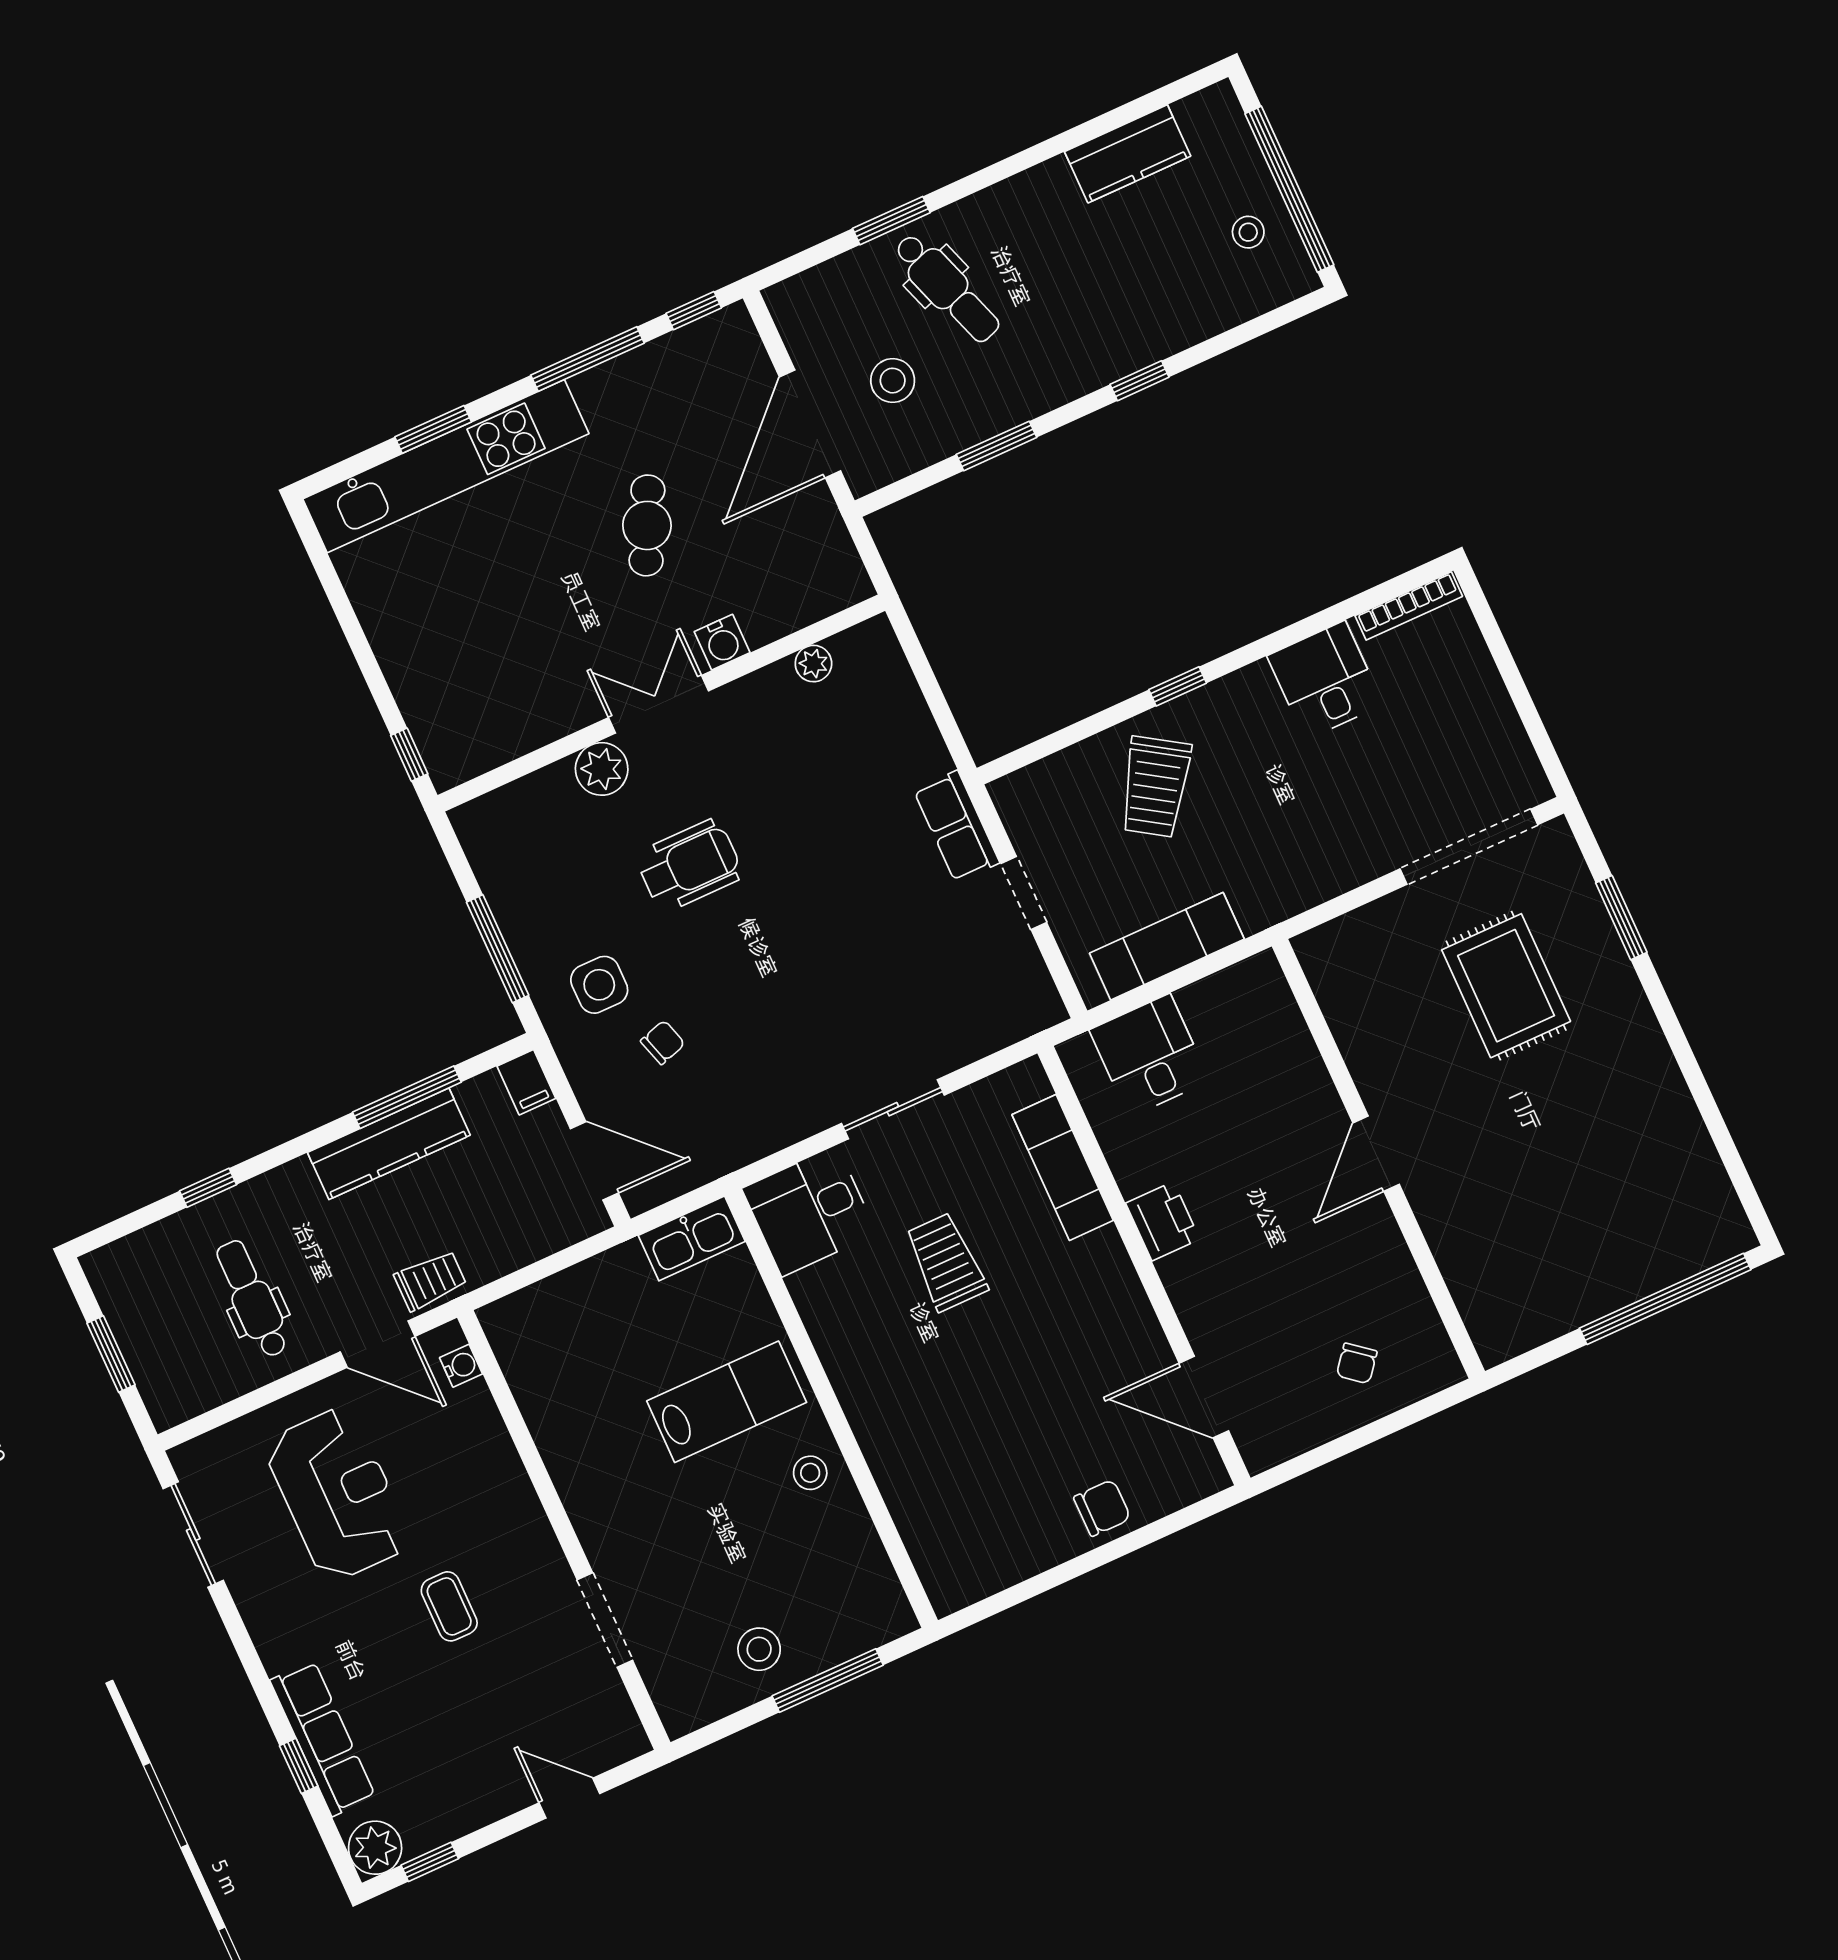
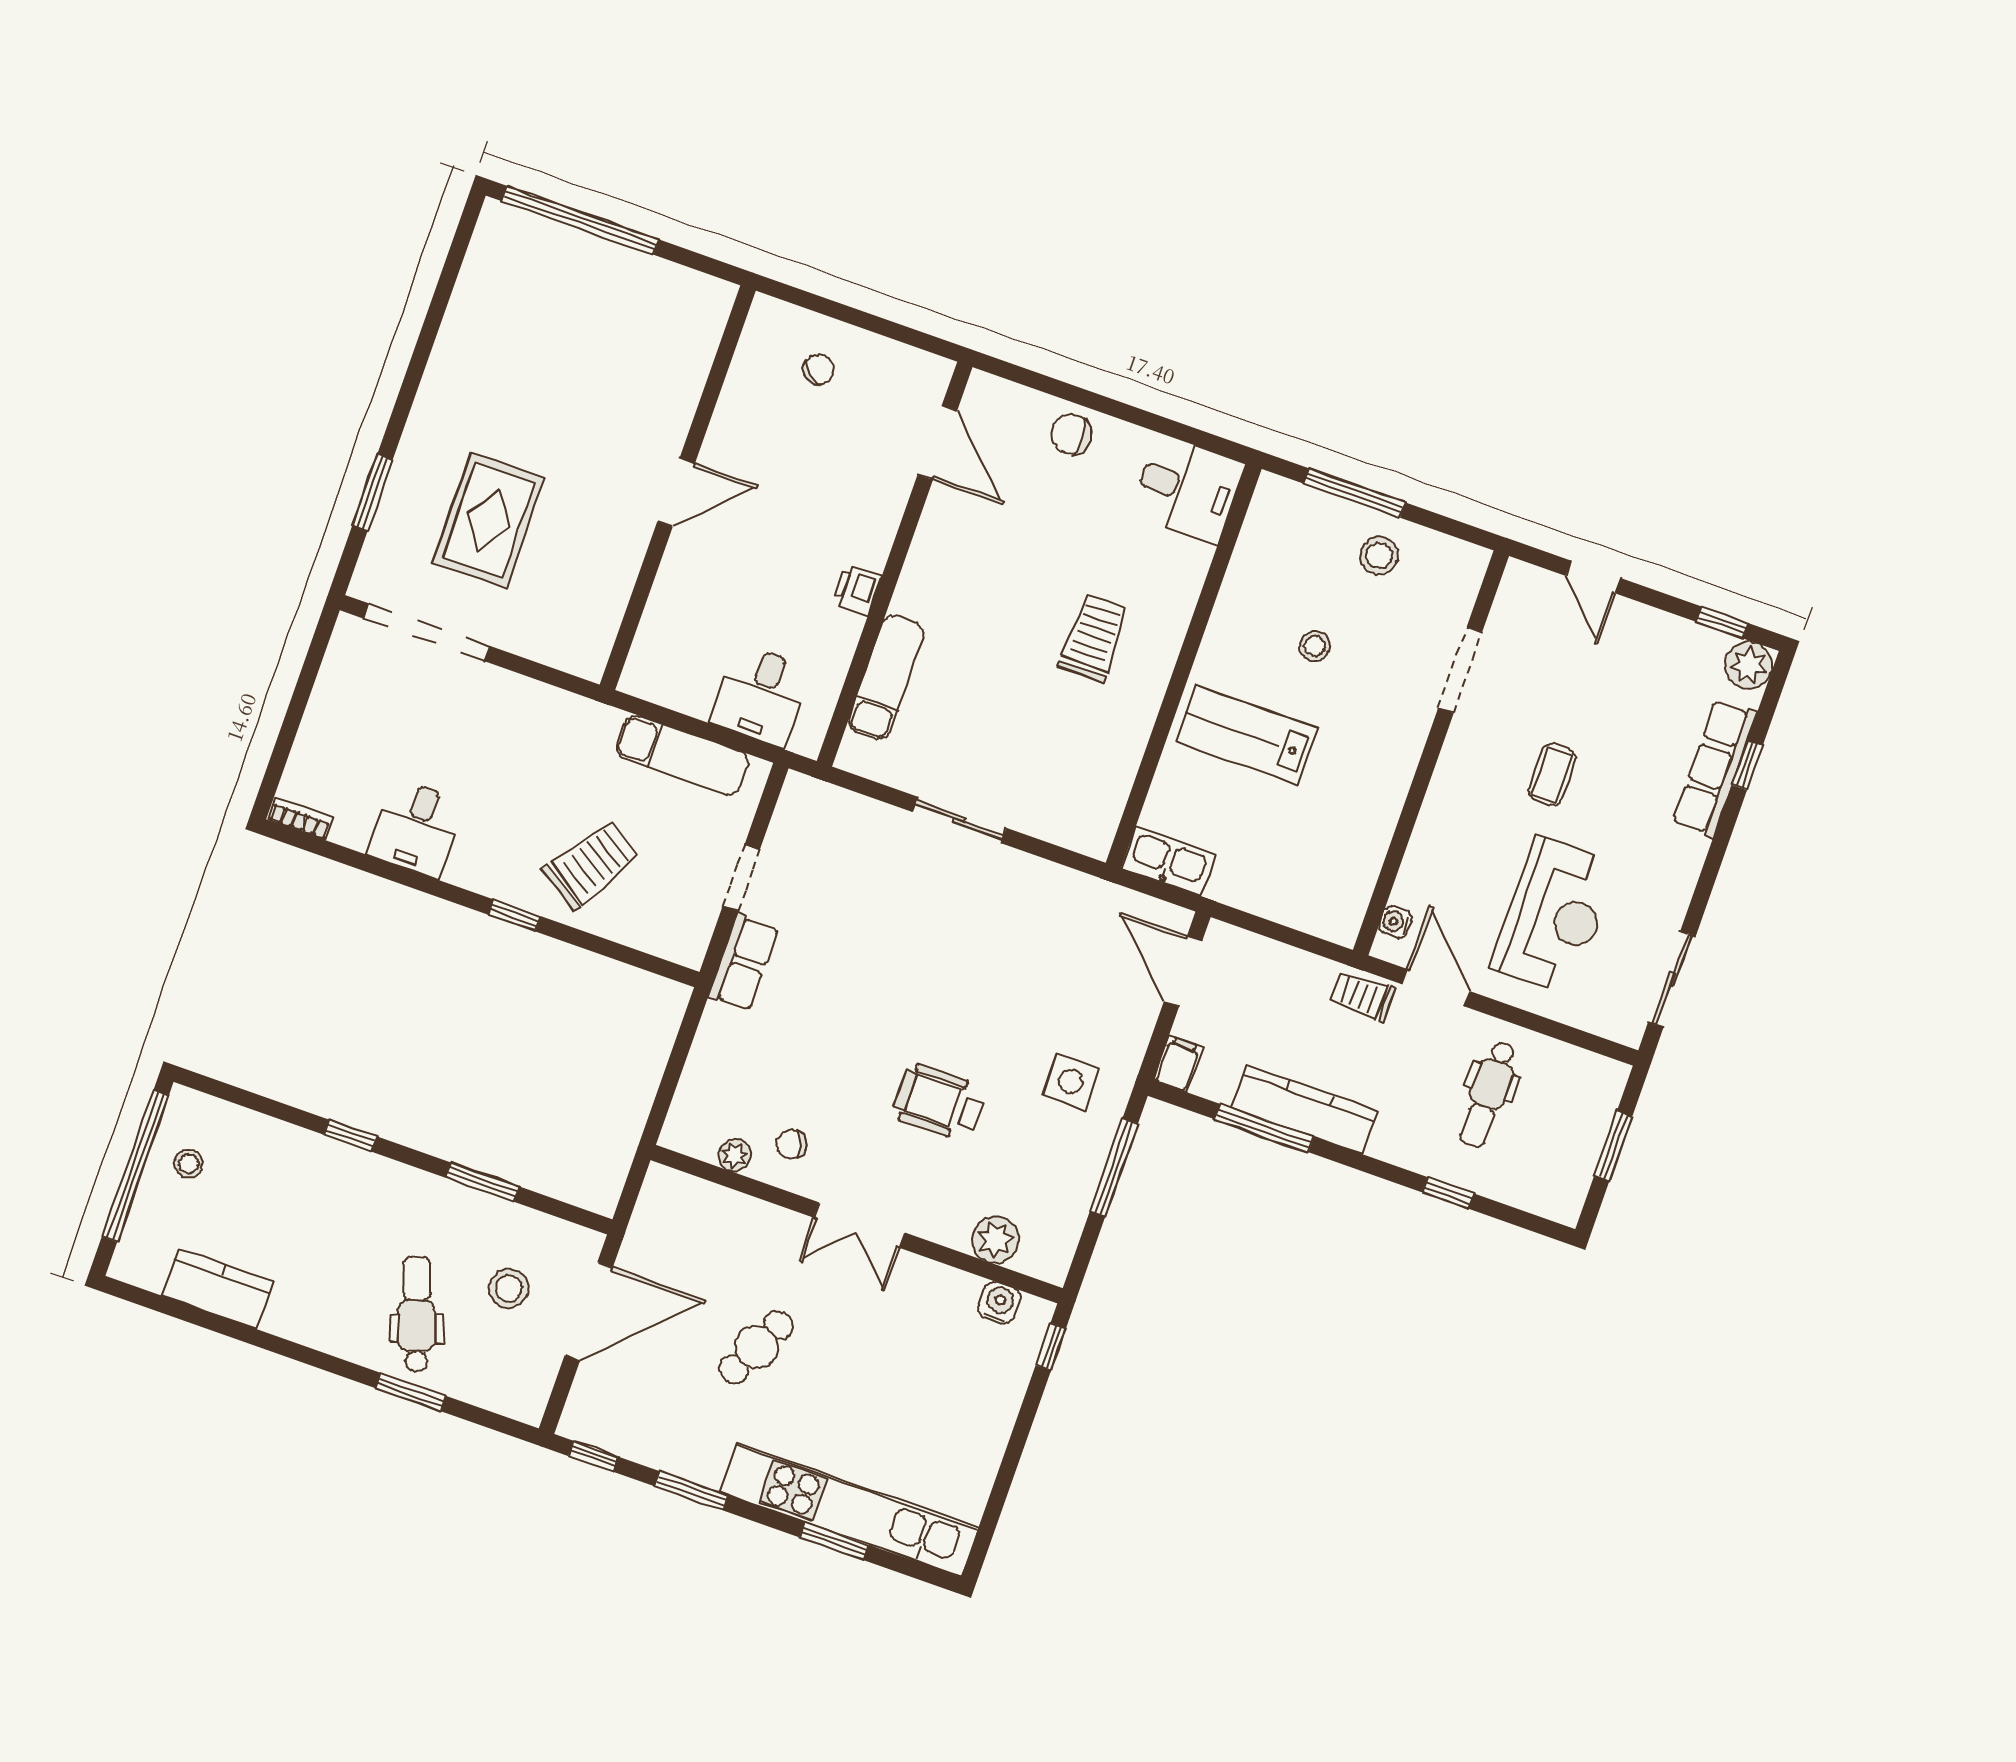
window: (587, 359) -> (692, 1491), width x0.69
bookcase: (1409, 606) -> (300, 819), width x0.64
water cooler: (722, 642) -> (999, 1303), moved
plant: (602, 769) -> (996, 1240), moved
chair: (663, 1042) -> (791, 1144), moved
desk: (809, 1211) -> (1188, 489), moved
printer: (1163, 1221) -> (857, 590), width x0.73, depth x0.81
trolley: (946, 1262) -> (1094, 638), moved, turned 180
stool: (810, 1473) -> (1315, 646), moved
reception desk: (338, 1494) -> (1554, 916), turned 180

